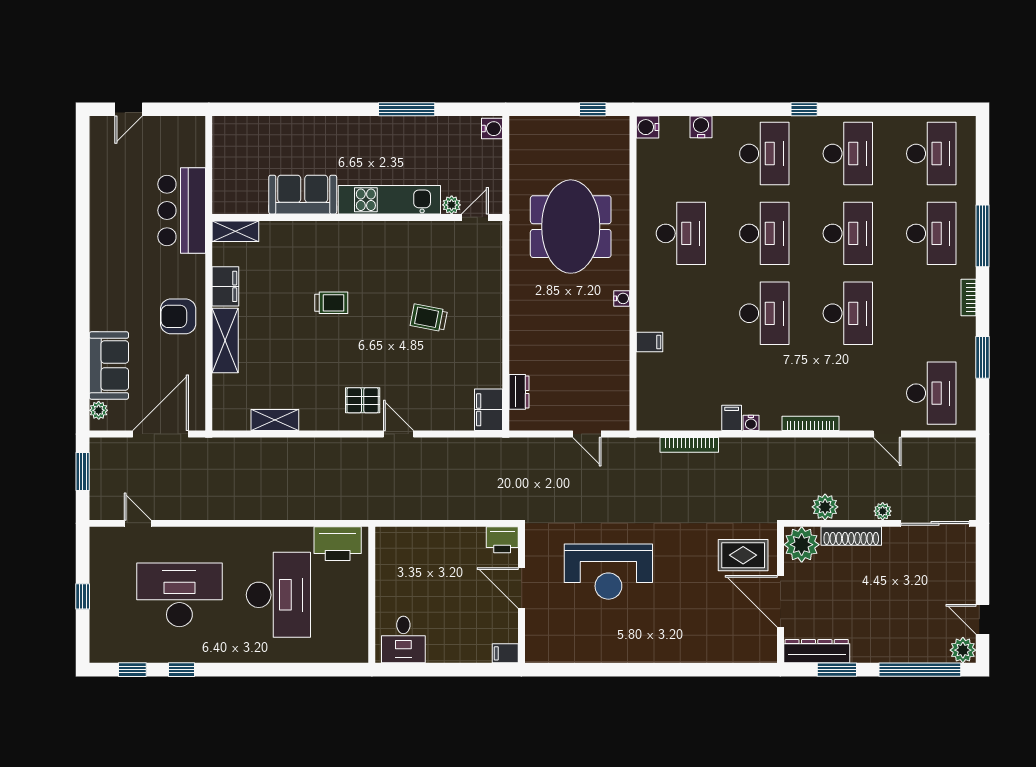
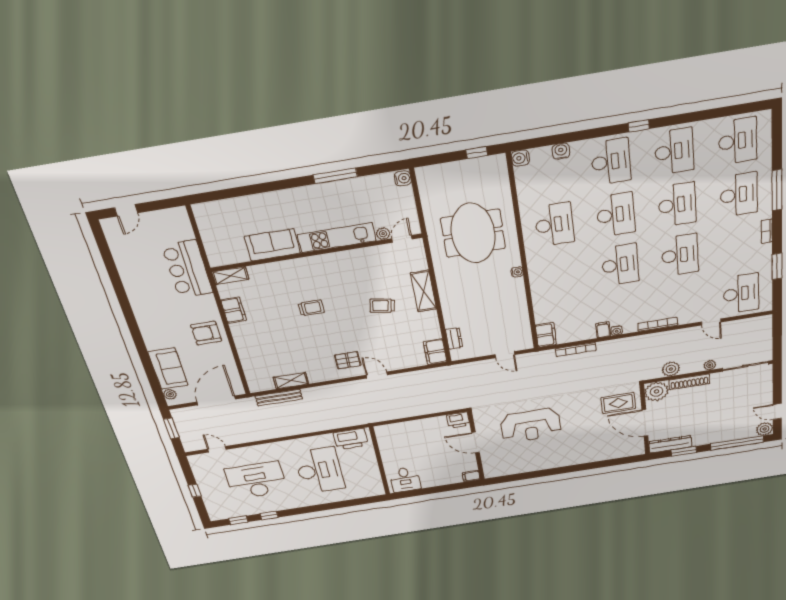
shelving: (225, 340) -> (423, 291), moved
filing cabinet: (650, 342) -> (546, 335), moved, width x2.00
bench: (251, 447) -> (279, 398), added

